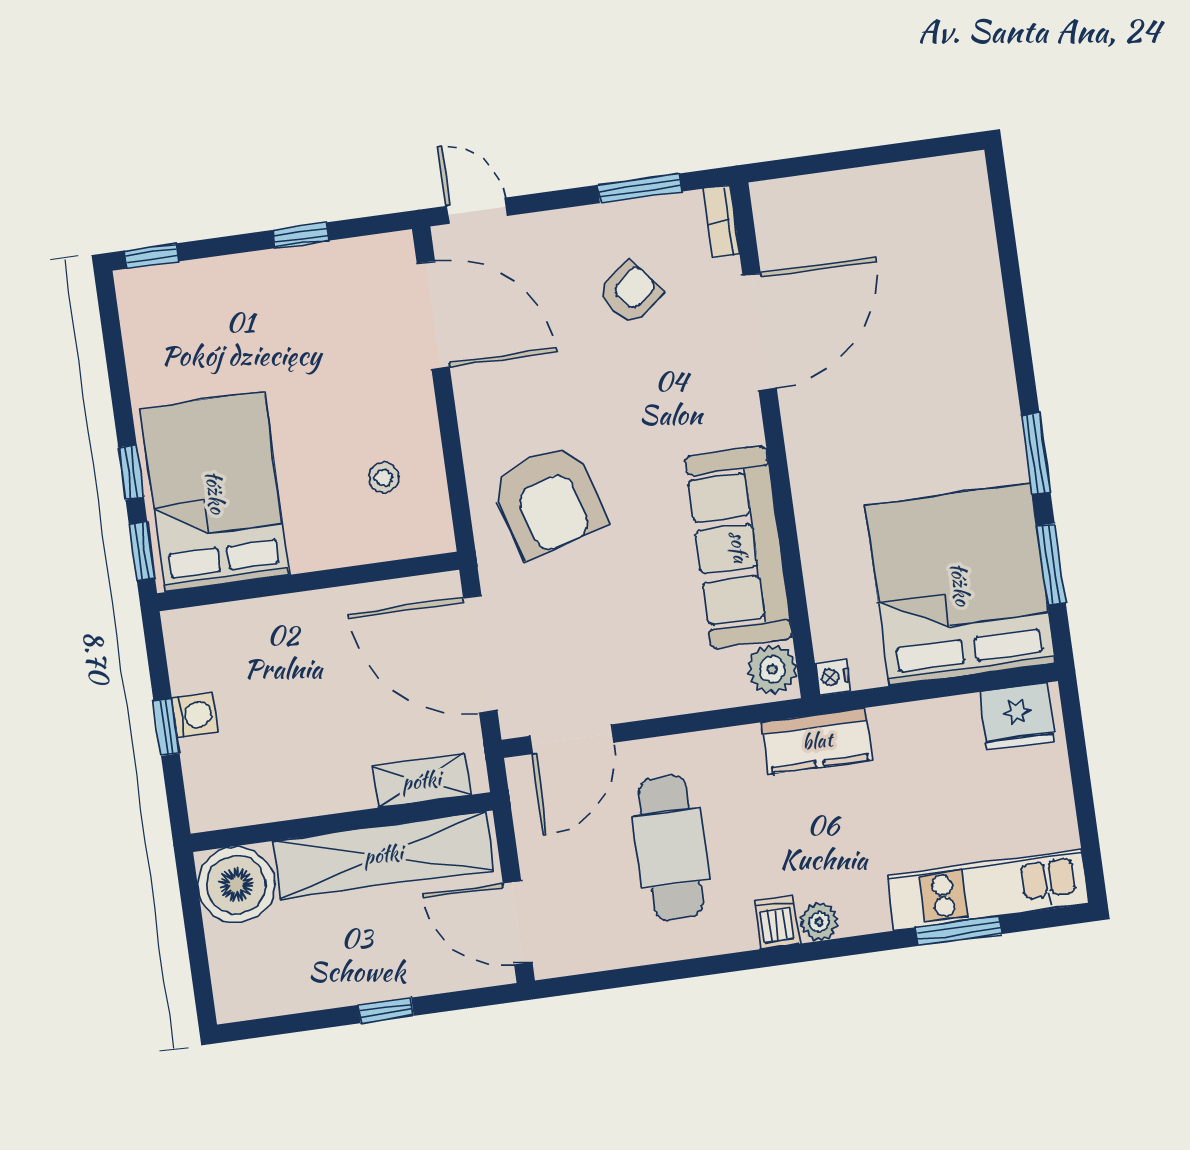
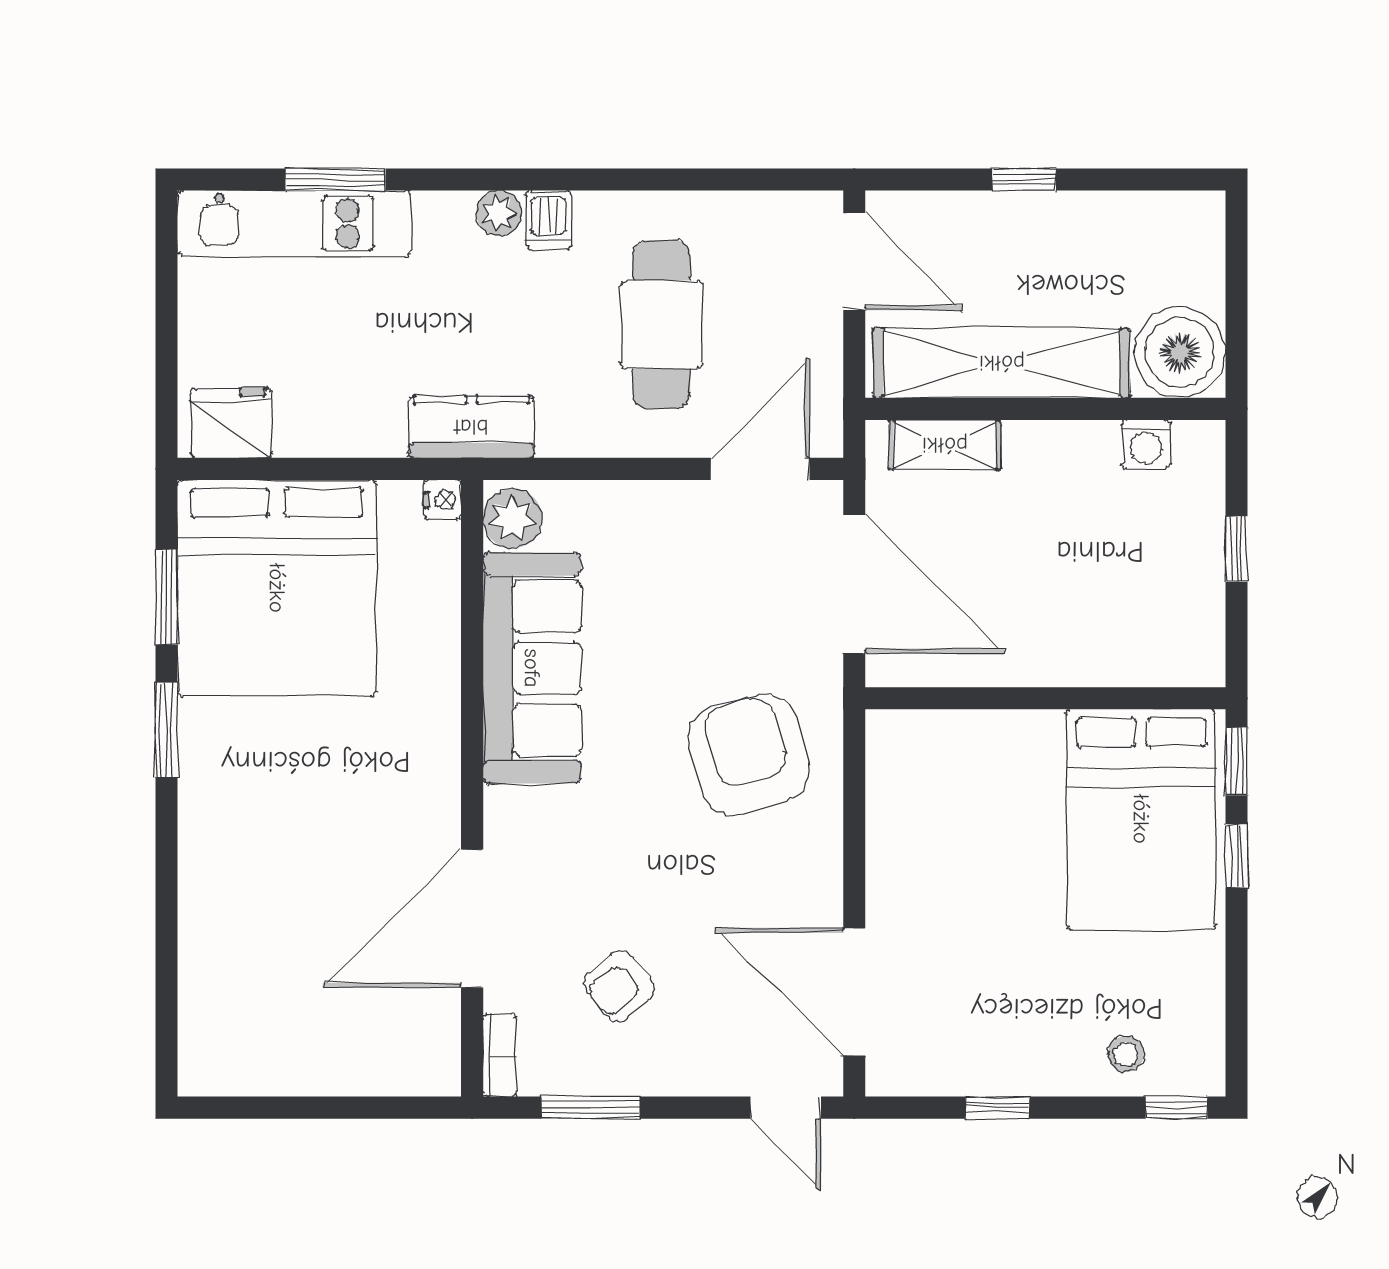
stool: (384, 478) -> (1126, 1054), moved
washing machine: (195, 715) -> (1146, 444), moved, turned -90

